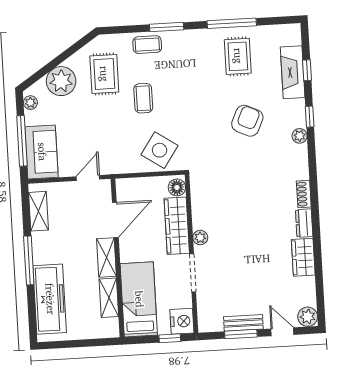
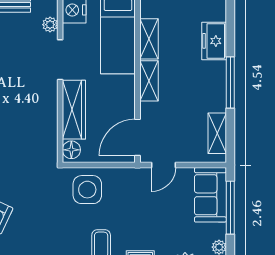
side table: (160, 150) -> (87, 190), turned -34
door: (115, 220) -> (138, 137), moved
plant: (200, 238) -> (50, 25), moved
freezer: (50, 299) -> (214, 41), width x0.52, depth x0.79

